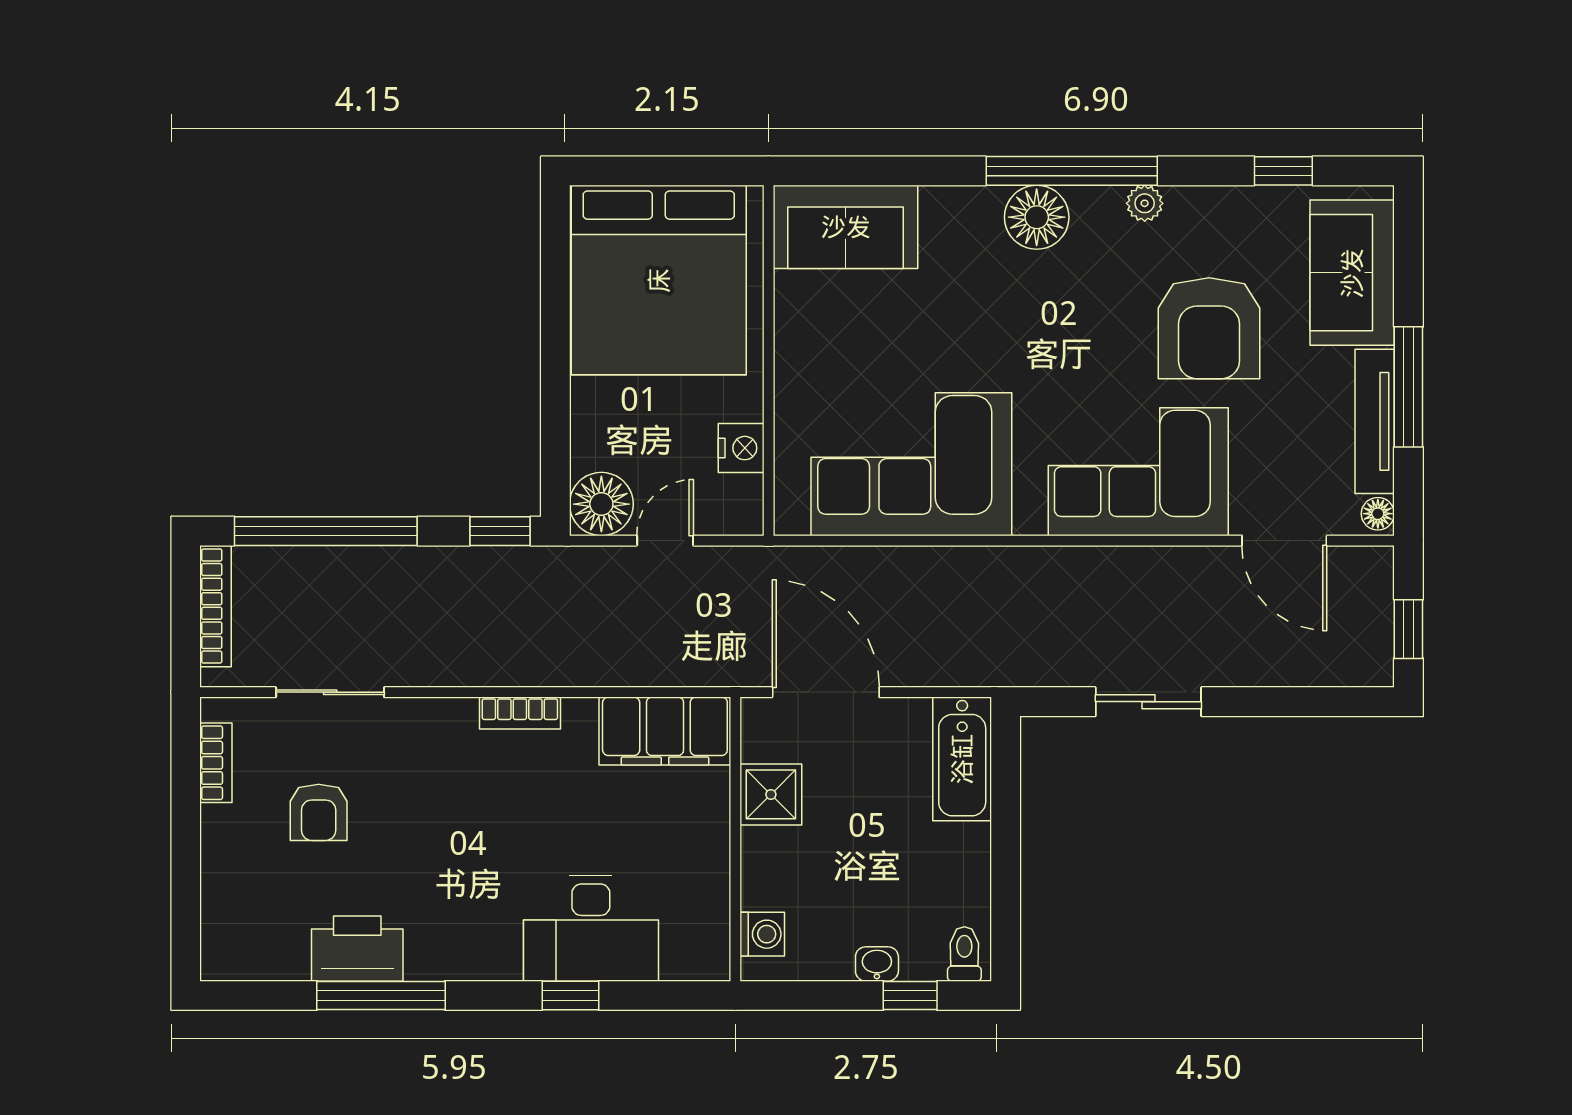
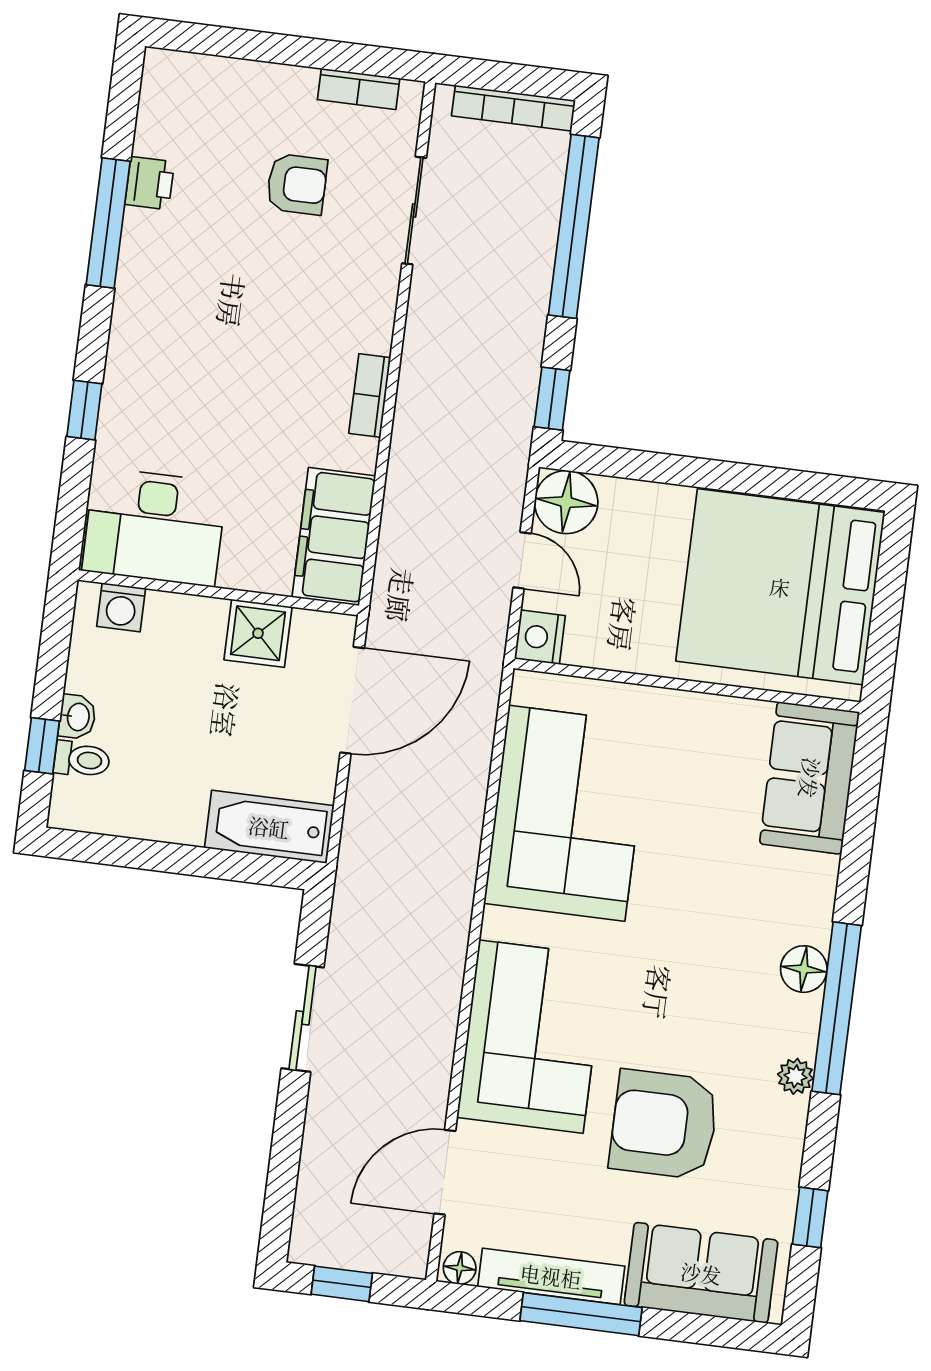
floor lamp: (1037, 217) -> (804, 969), width x0.73, depth x0.73
nightstand: (741, 448) -> (540, 637), moved, turned 90
armchair: (319, 812) -> (297, 184), turned 180
desk: (591, 928) -> (154, 527), moved, turned -90
printer: (357, 949) -> (150, 183), width x0.53, depth x0.68
toilet: (964, 954) -> (82, 760), moved

